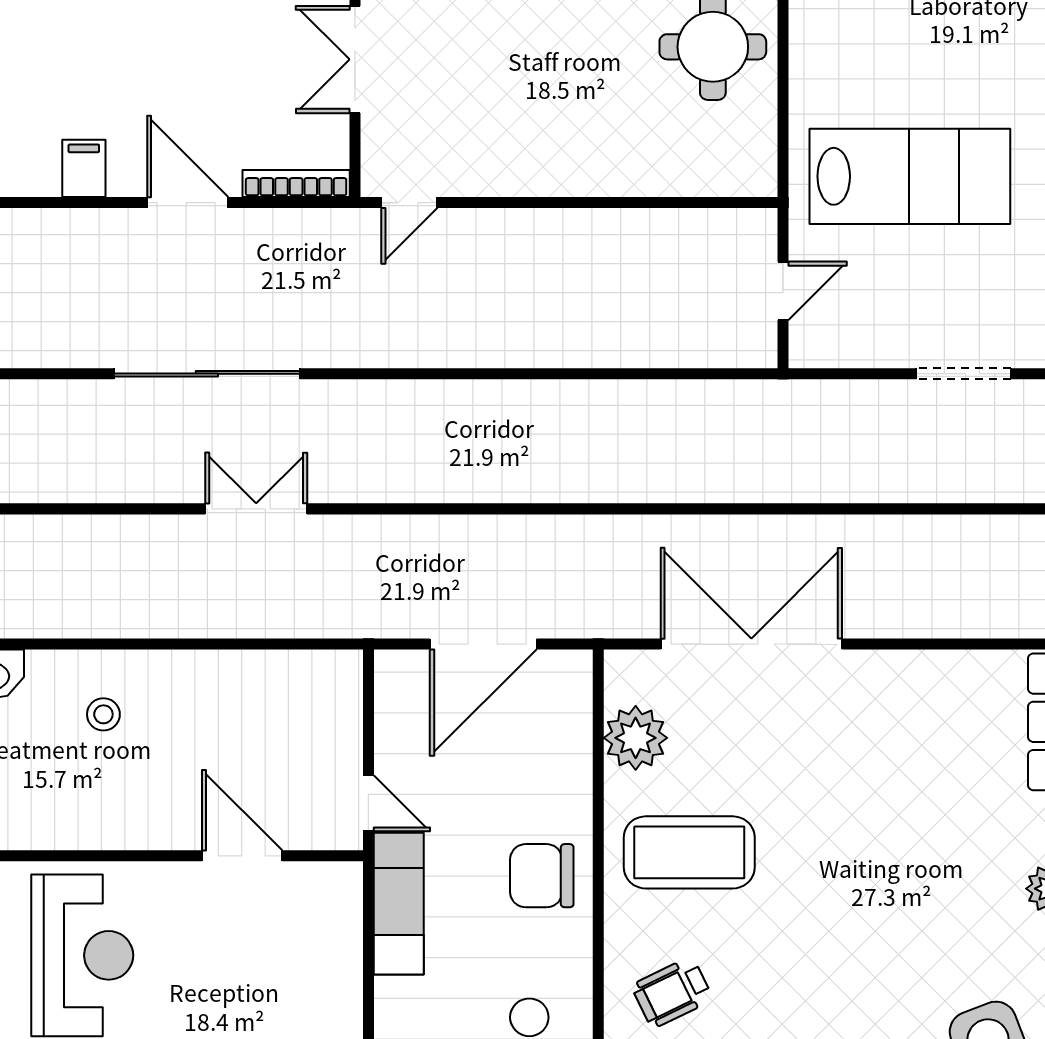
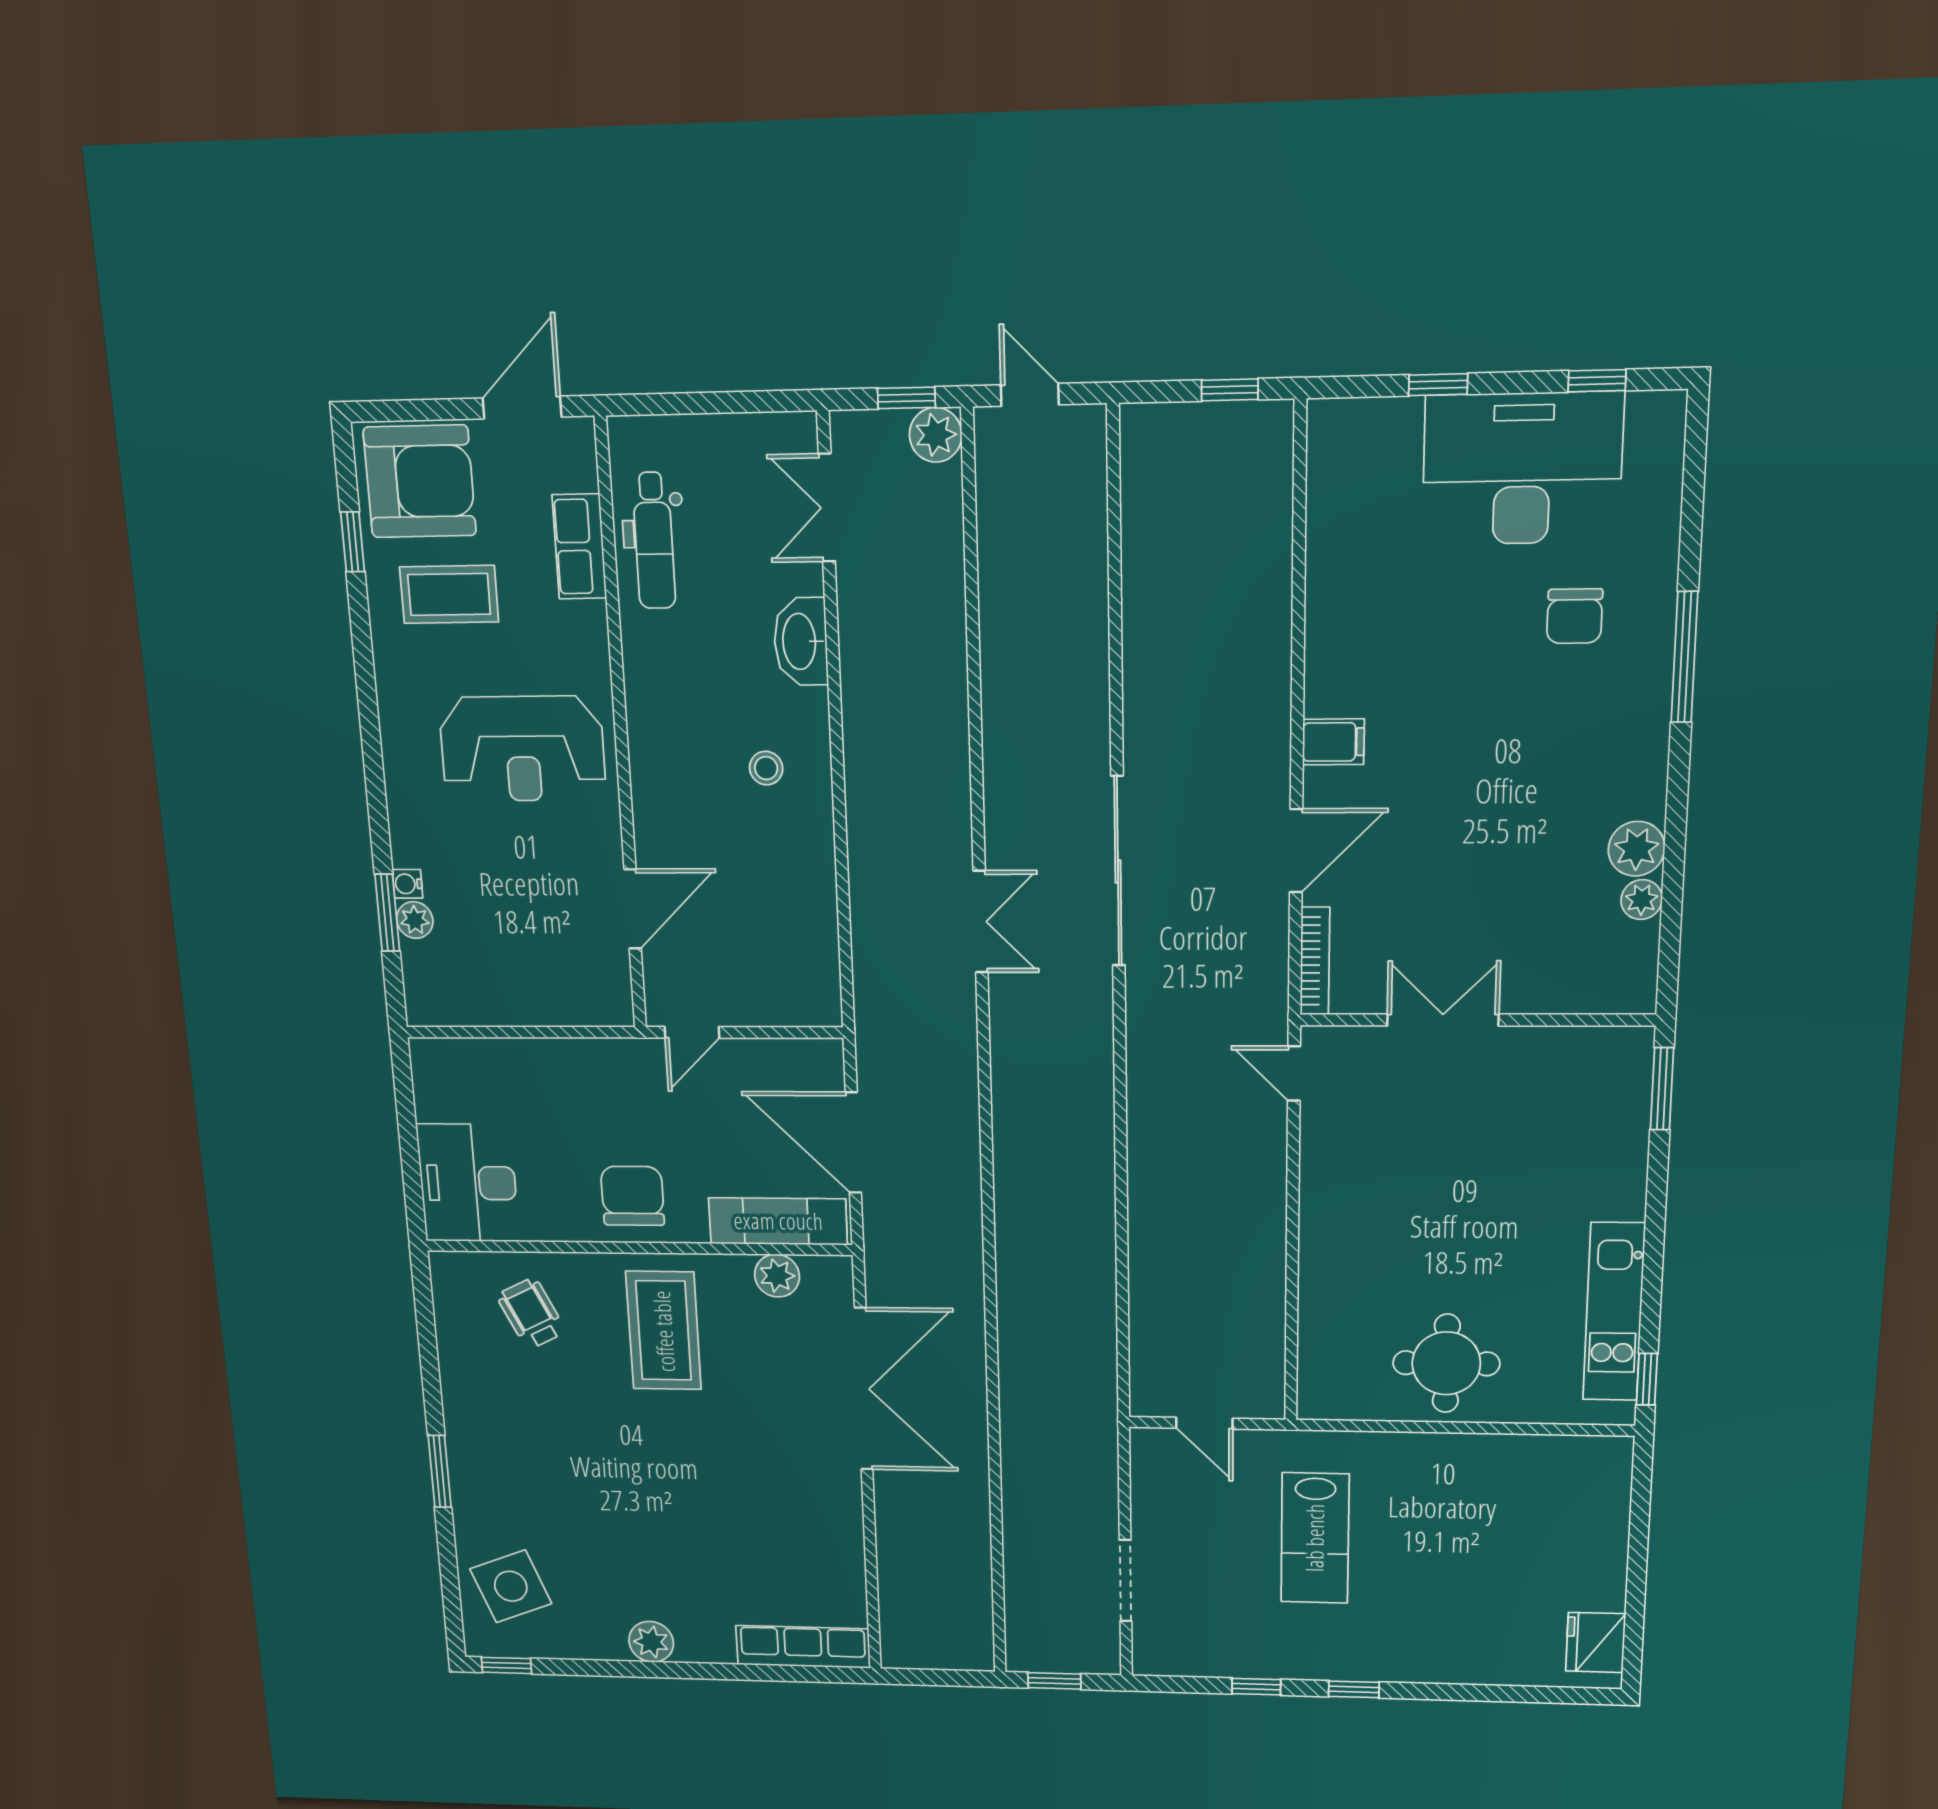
lab bench: (910, 176) -> (1315, 1538), width x0.73, depth x0.72
plant: (636, 738) -> (777, 1276), width x0.73, depth x0.73
exam couch: (399, 904) -> (778, 1221), moved, turned 180

